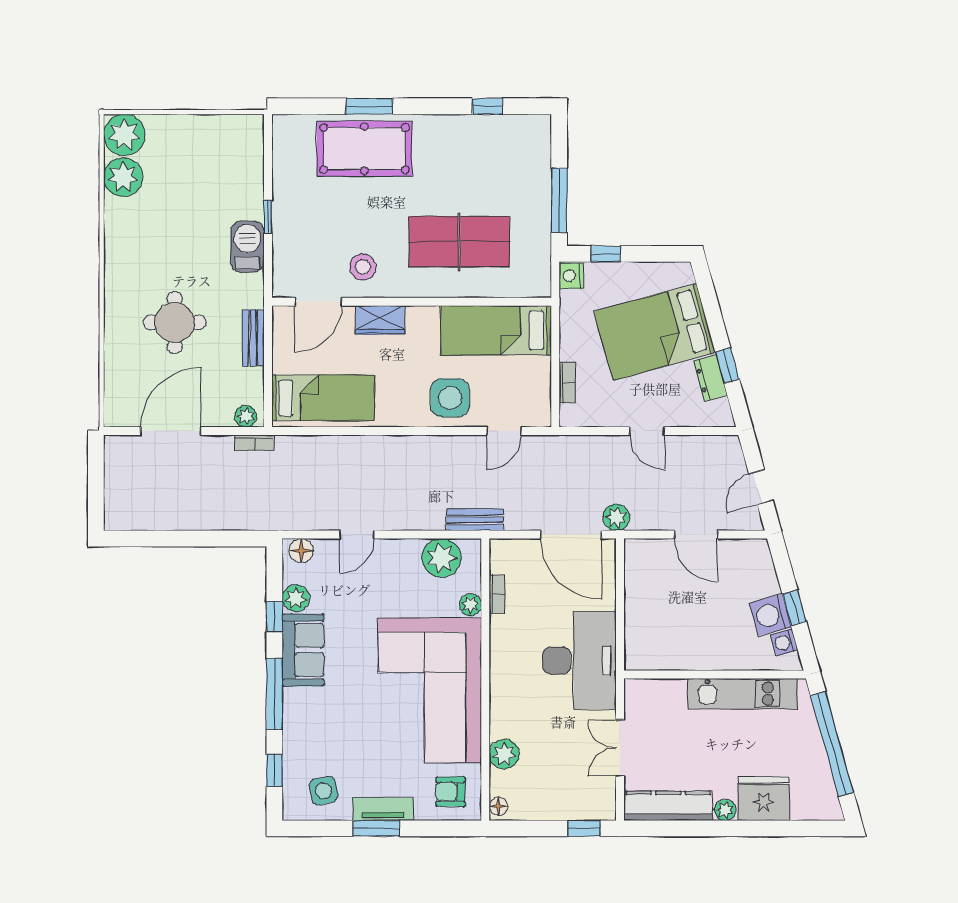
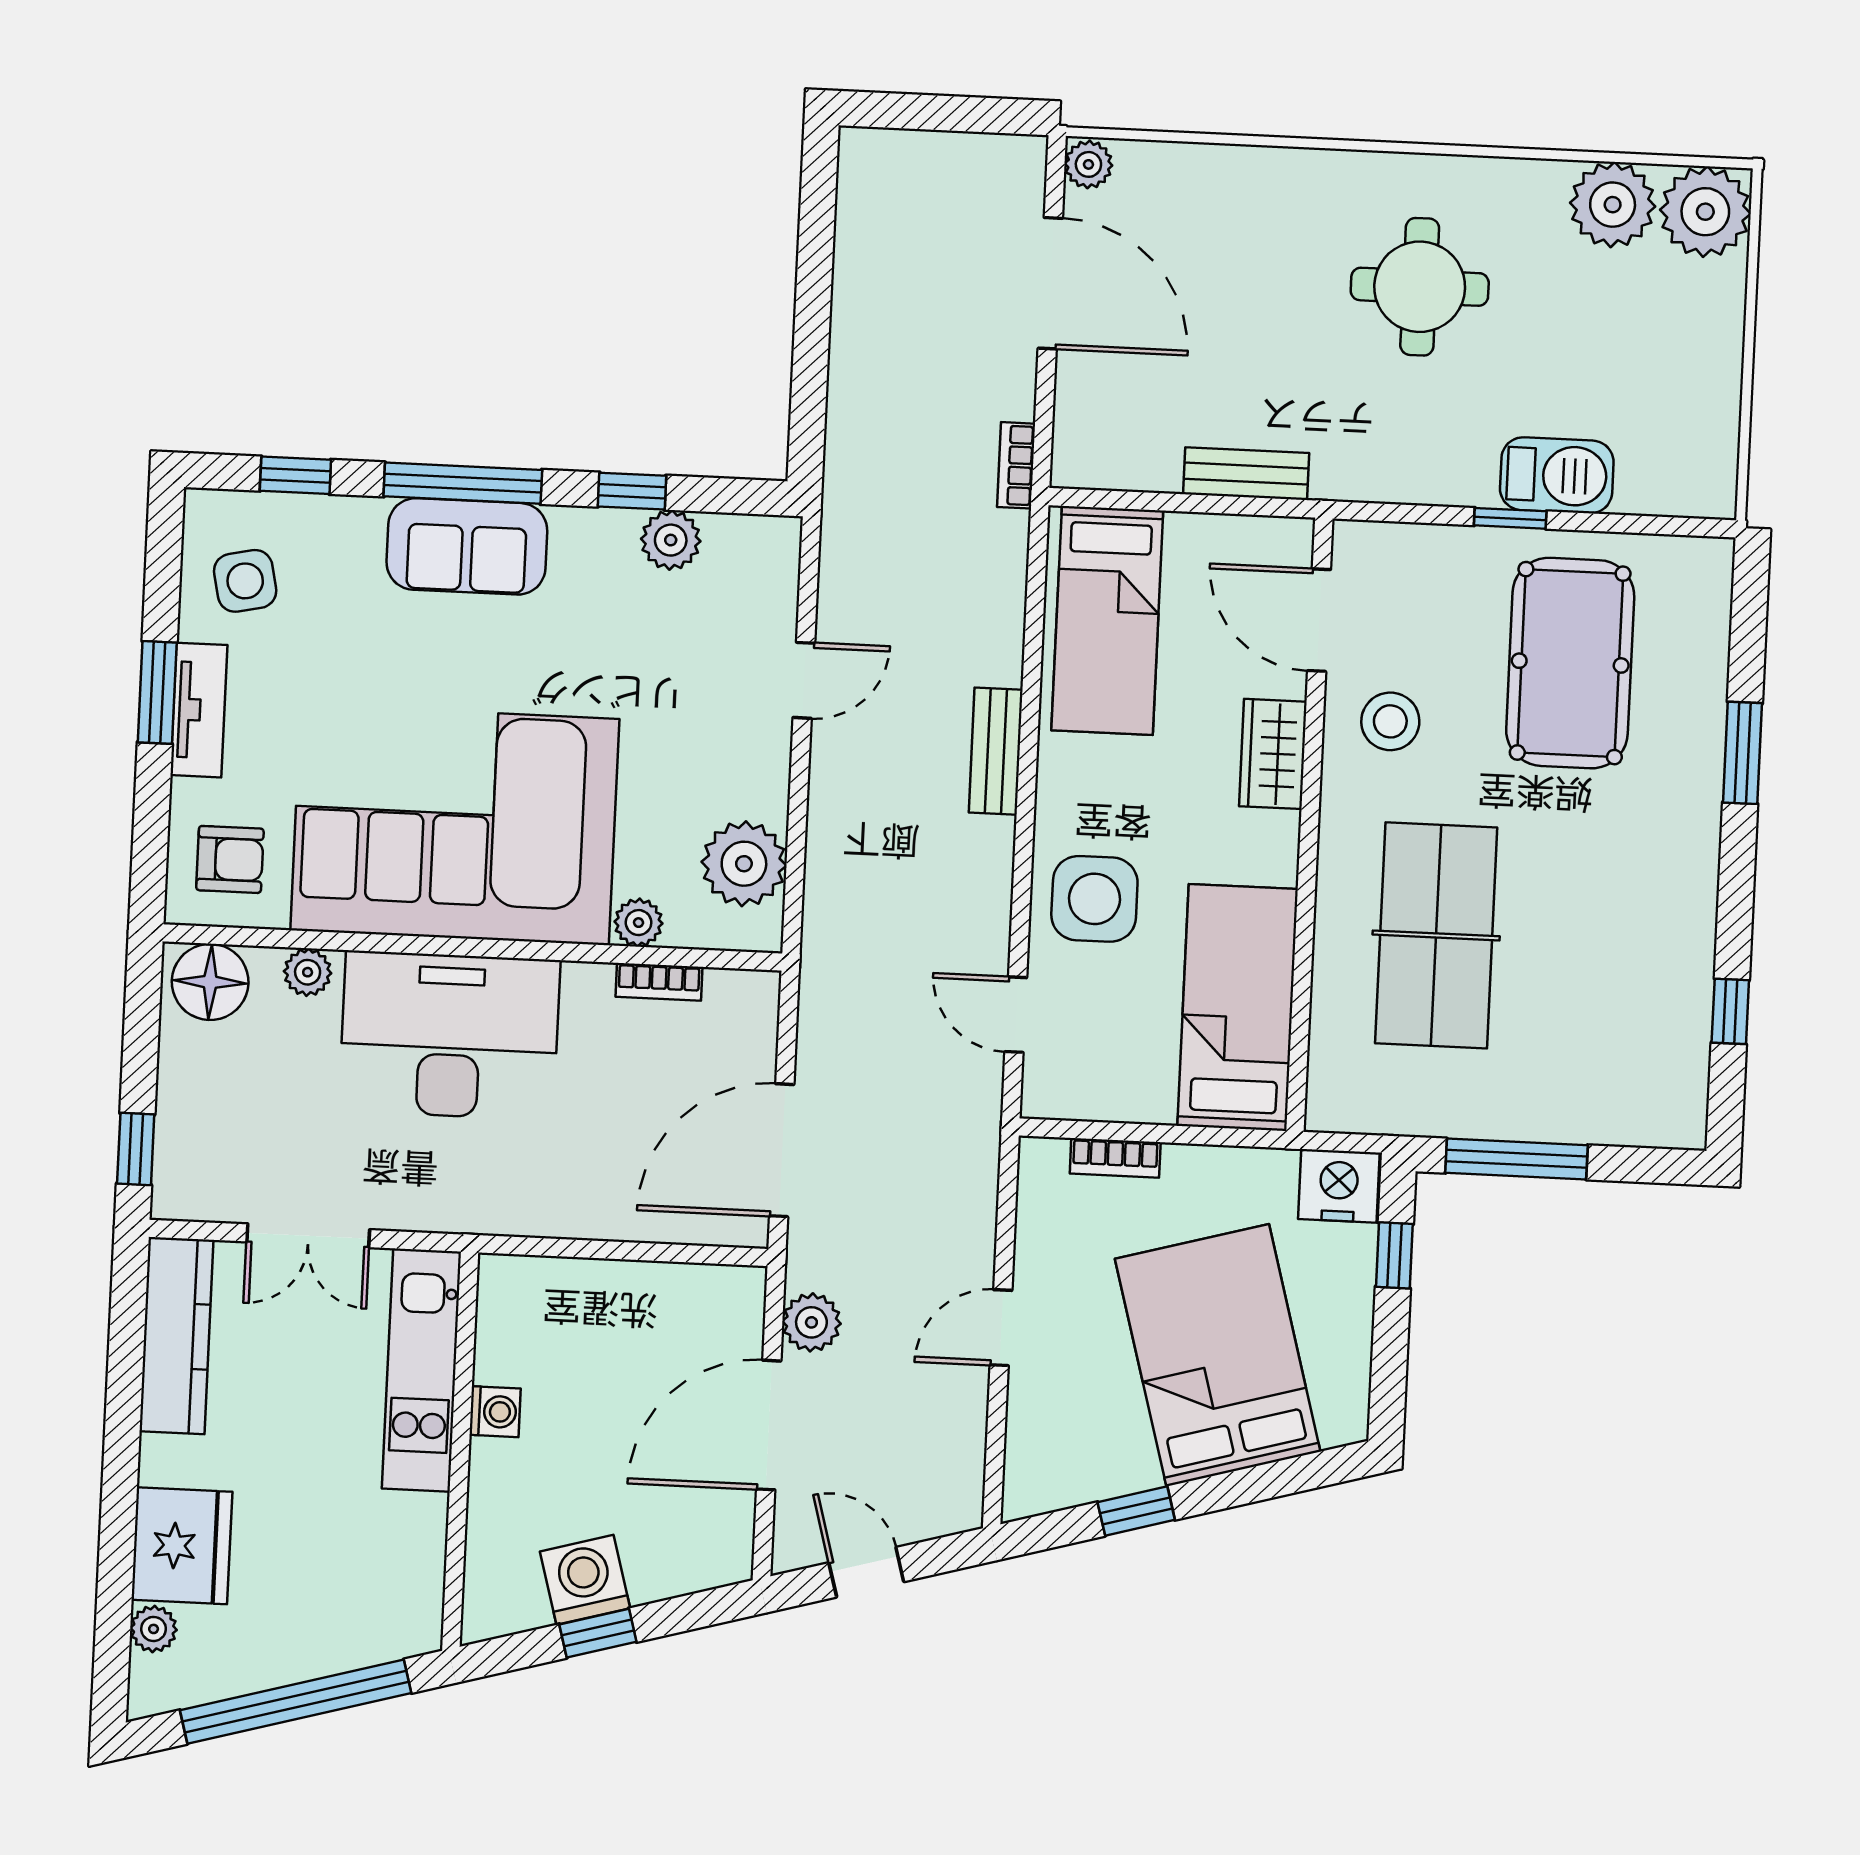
pool table: (364, 149) -> (1570, 663), moved
barbecue: (247, 247) -> (1557, 475), moved
nightstand: (571, 276) -> (1339, 1186), width x1.36, depth x1.33
round table: (175, 323) -> (1420, 287), moved
dresser: (710, 378) -> (1111, 1472), removed
plant: (246, 416) -> (1088, 164), moved
plant: (616, 517) -> (811, 1322), moved
bench: (475, 520) -> (996, 751), moved
door: (357, 535) -> (804, 680), swing flipped
door: (696, 535) -> (769, 1425), width x1.36
floor lamp: (301, 551) -> (775, 557), removed
washing machine: (784, 643) -> (495, 1412), moved, turned 105
sofa: (303, 650) -> (467, 546), moved
desk: (579, 661) -> (449, 1035), moved, turned 180
kitchen unit: (743, 694) -> (421, 1370), moved
double door: (620, 748) -> (308, 1236), swing flipped
plant: (504, 754) -> (308, 972), width x0.73, depth x0.73
armchair: (450, 792) -> (230, 859), turned 90
floor lamp: (498, 806) -> (210, 982), width x1.89, depth x1.89
plant: (725, 810) -> (154, 1629), moved

